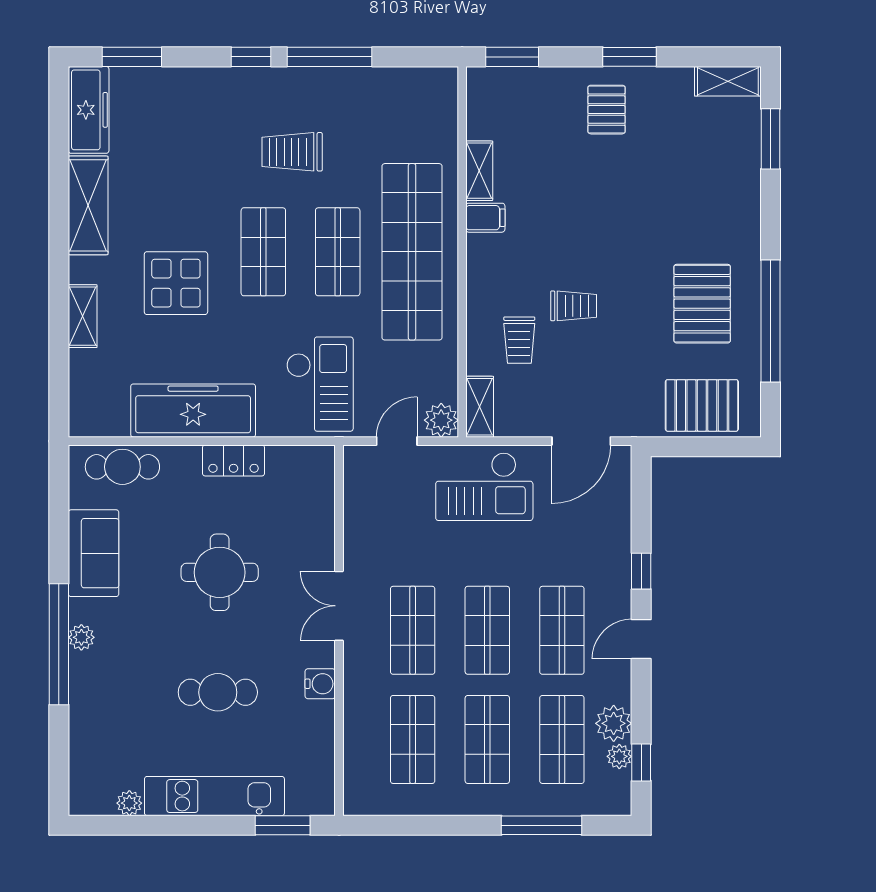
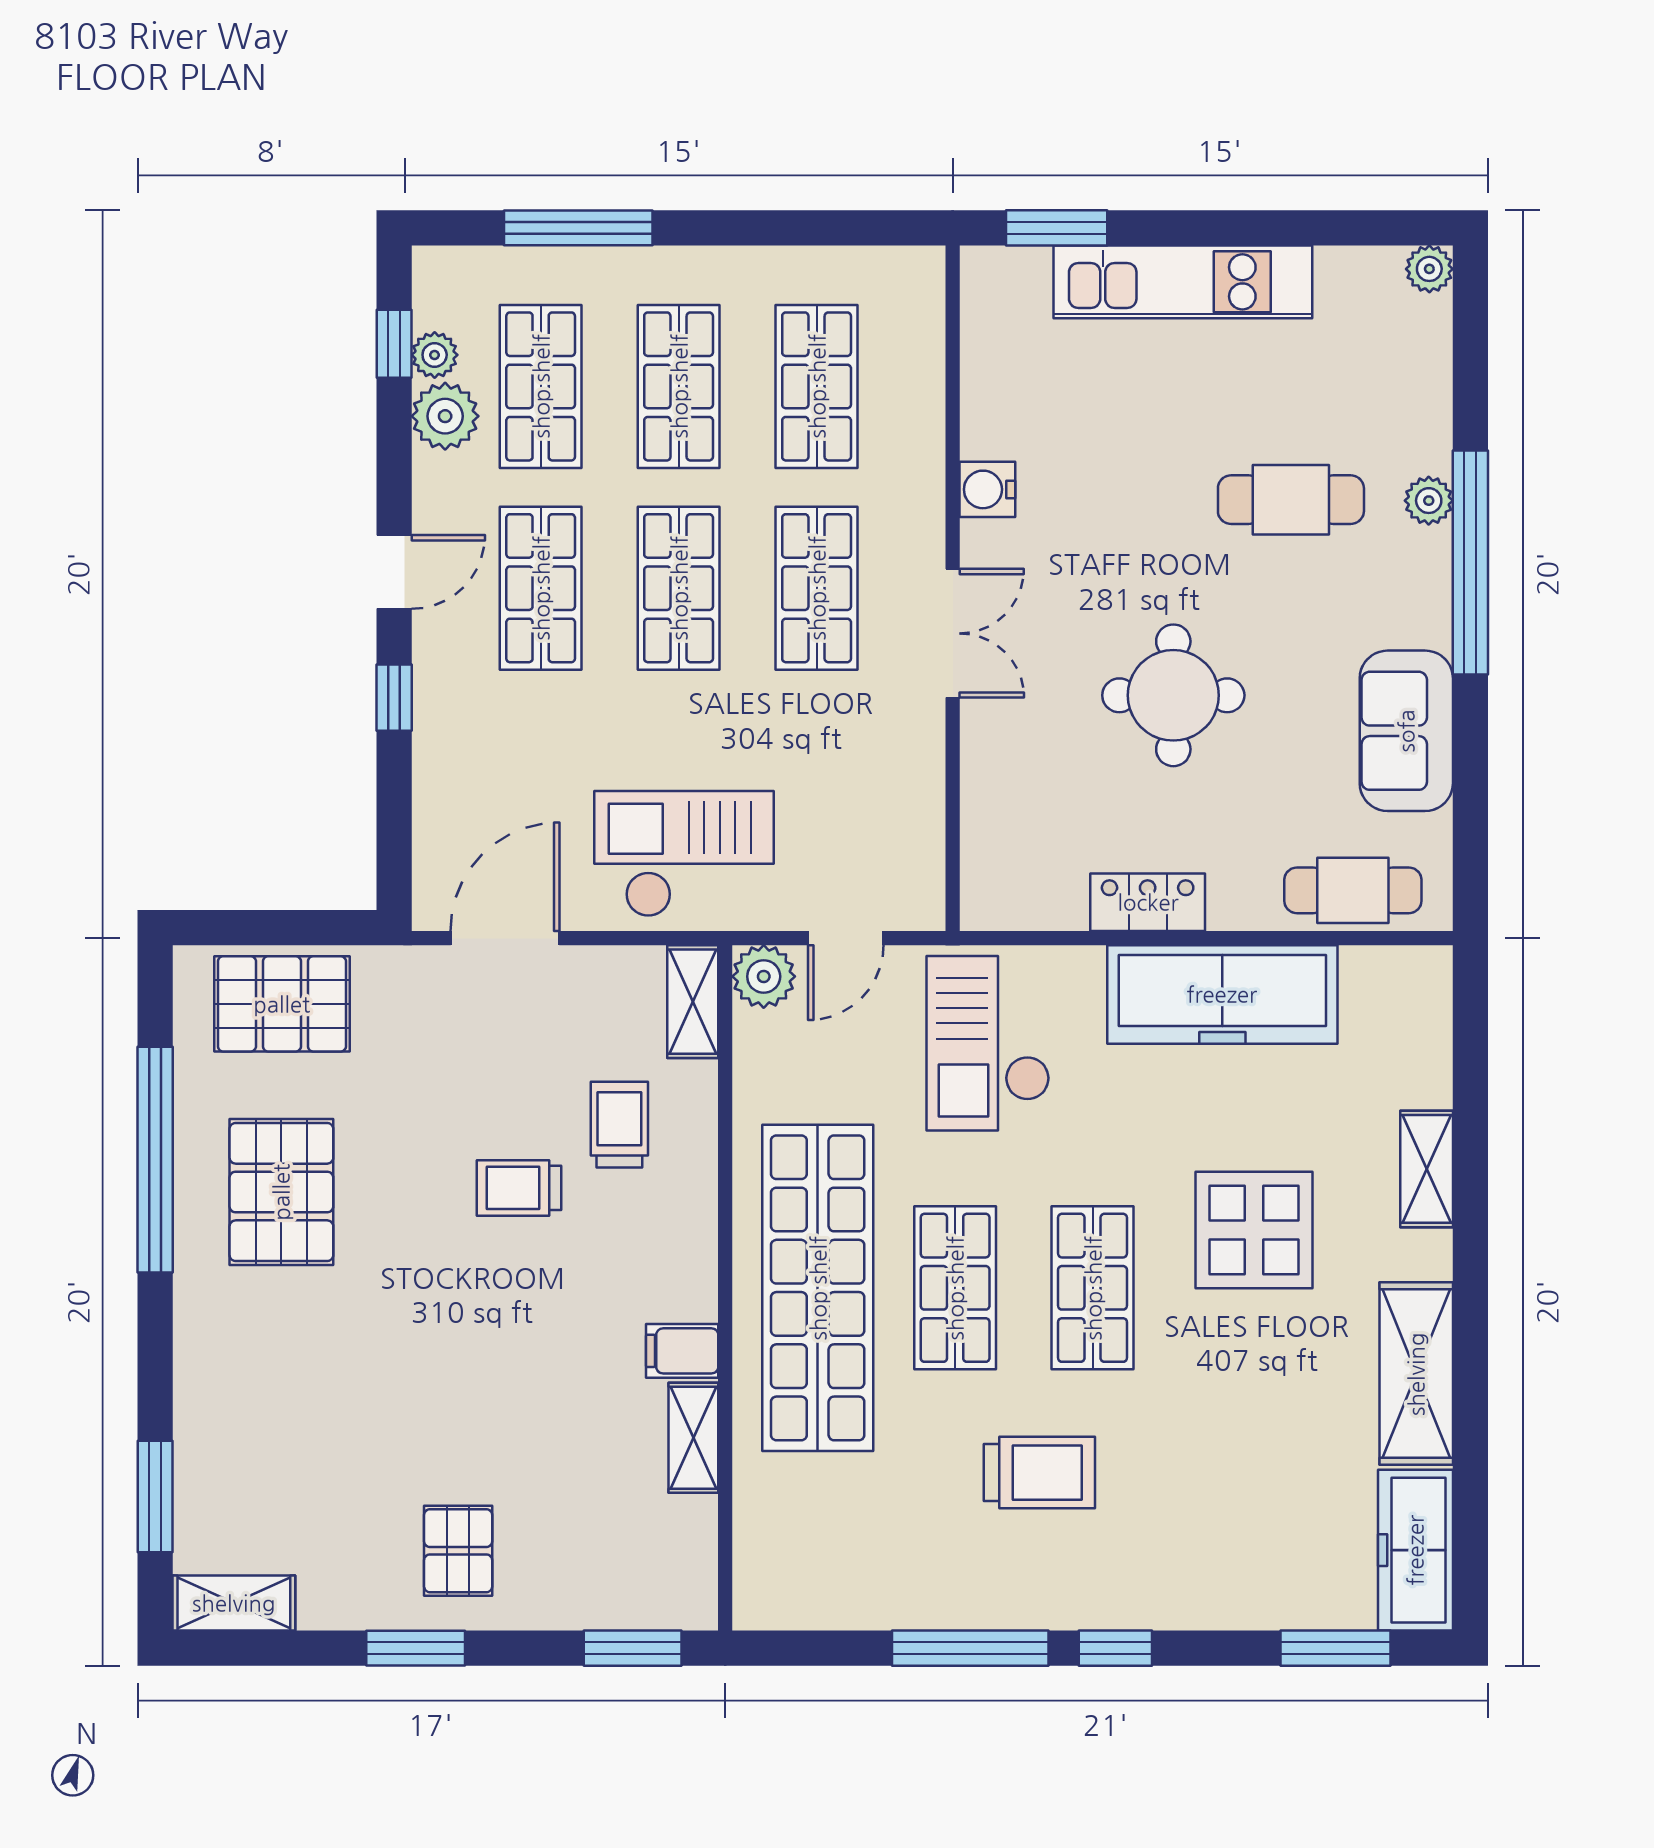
plant: (81, 637) -> (1429, 501), moved
cafe table: (218, 692) -> (1291, 500), moved
plant: (129, 803) -> (1429, 269), moved

